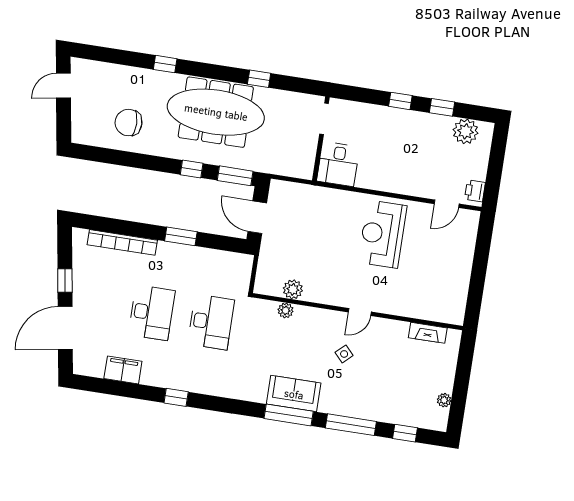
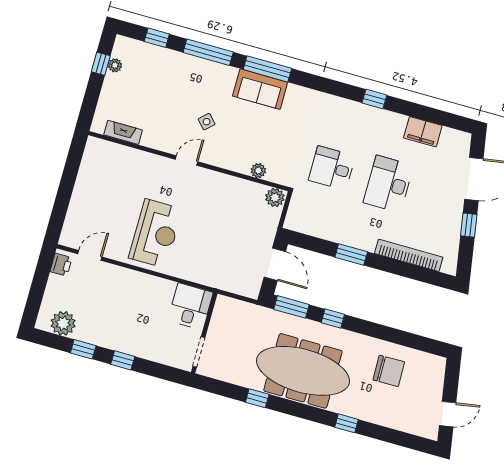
plant: (293, 289) -> (275, 198), moved
desk: (211, 322) -> (332, 168), width x0.73
window: (459, 400) -> (101, 64), added

